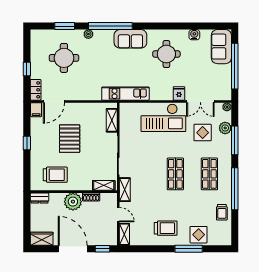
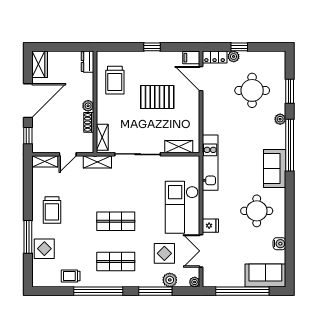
plant: (35, 74) -> (234, 56), added
plant: (73, 202) -> (88, 106), width x0.53, depth x0.53

